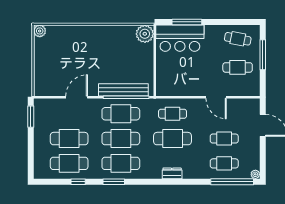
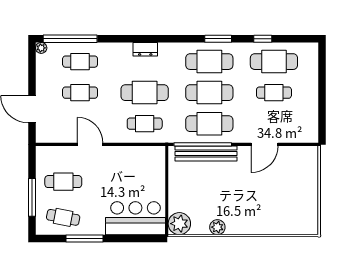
window: (187, 22) -> (84, 238), moved
plant: (40, 31) -> (217, 227), moved
window: (31, 117) -> (322, 120), removed
cafe table: (69, 139) -> (274, 93), width x0.73, depth x0.74

